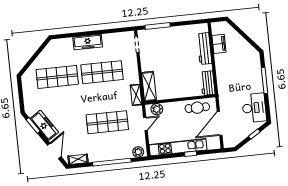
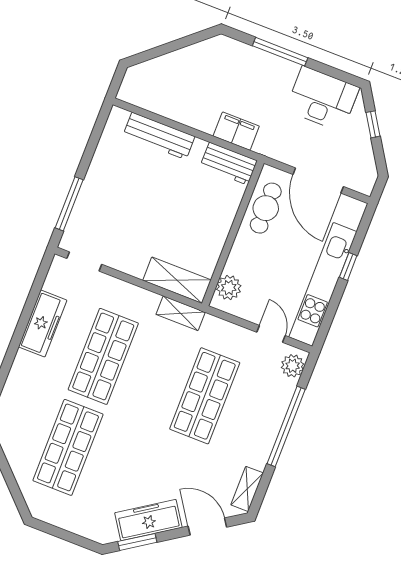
freezer: (88, 42) -> (43, 324), moved
filing cabinet: (219, 44) -> (236, 131), moved
door: (145, 124) -> (271, 334), moved

